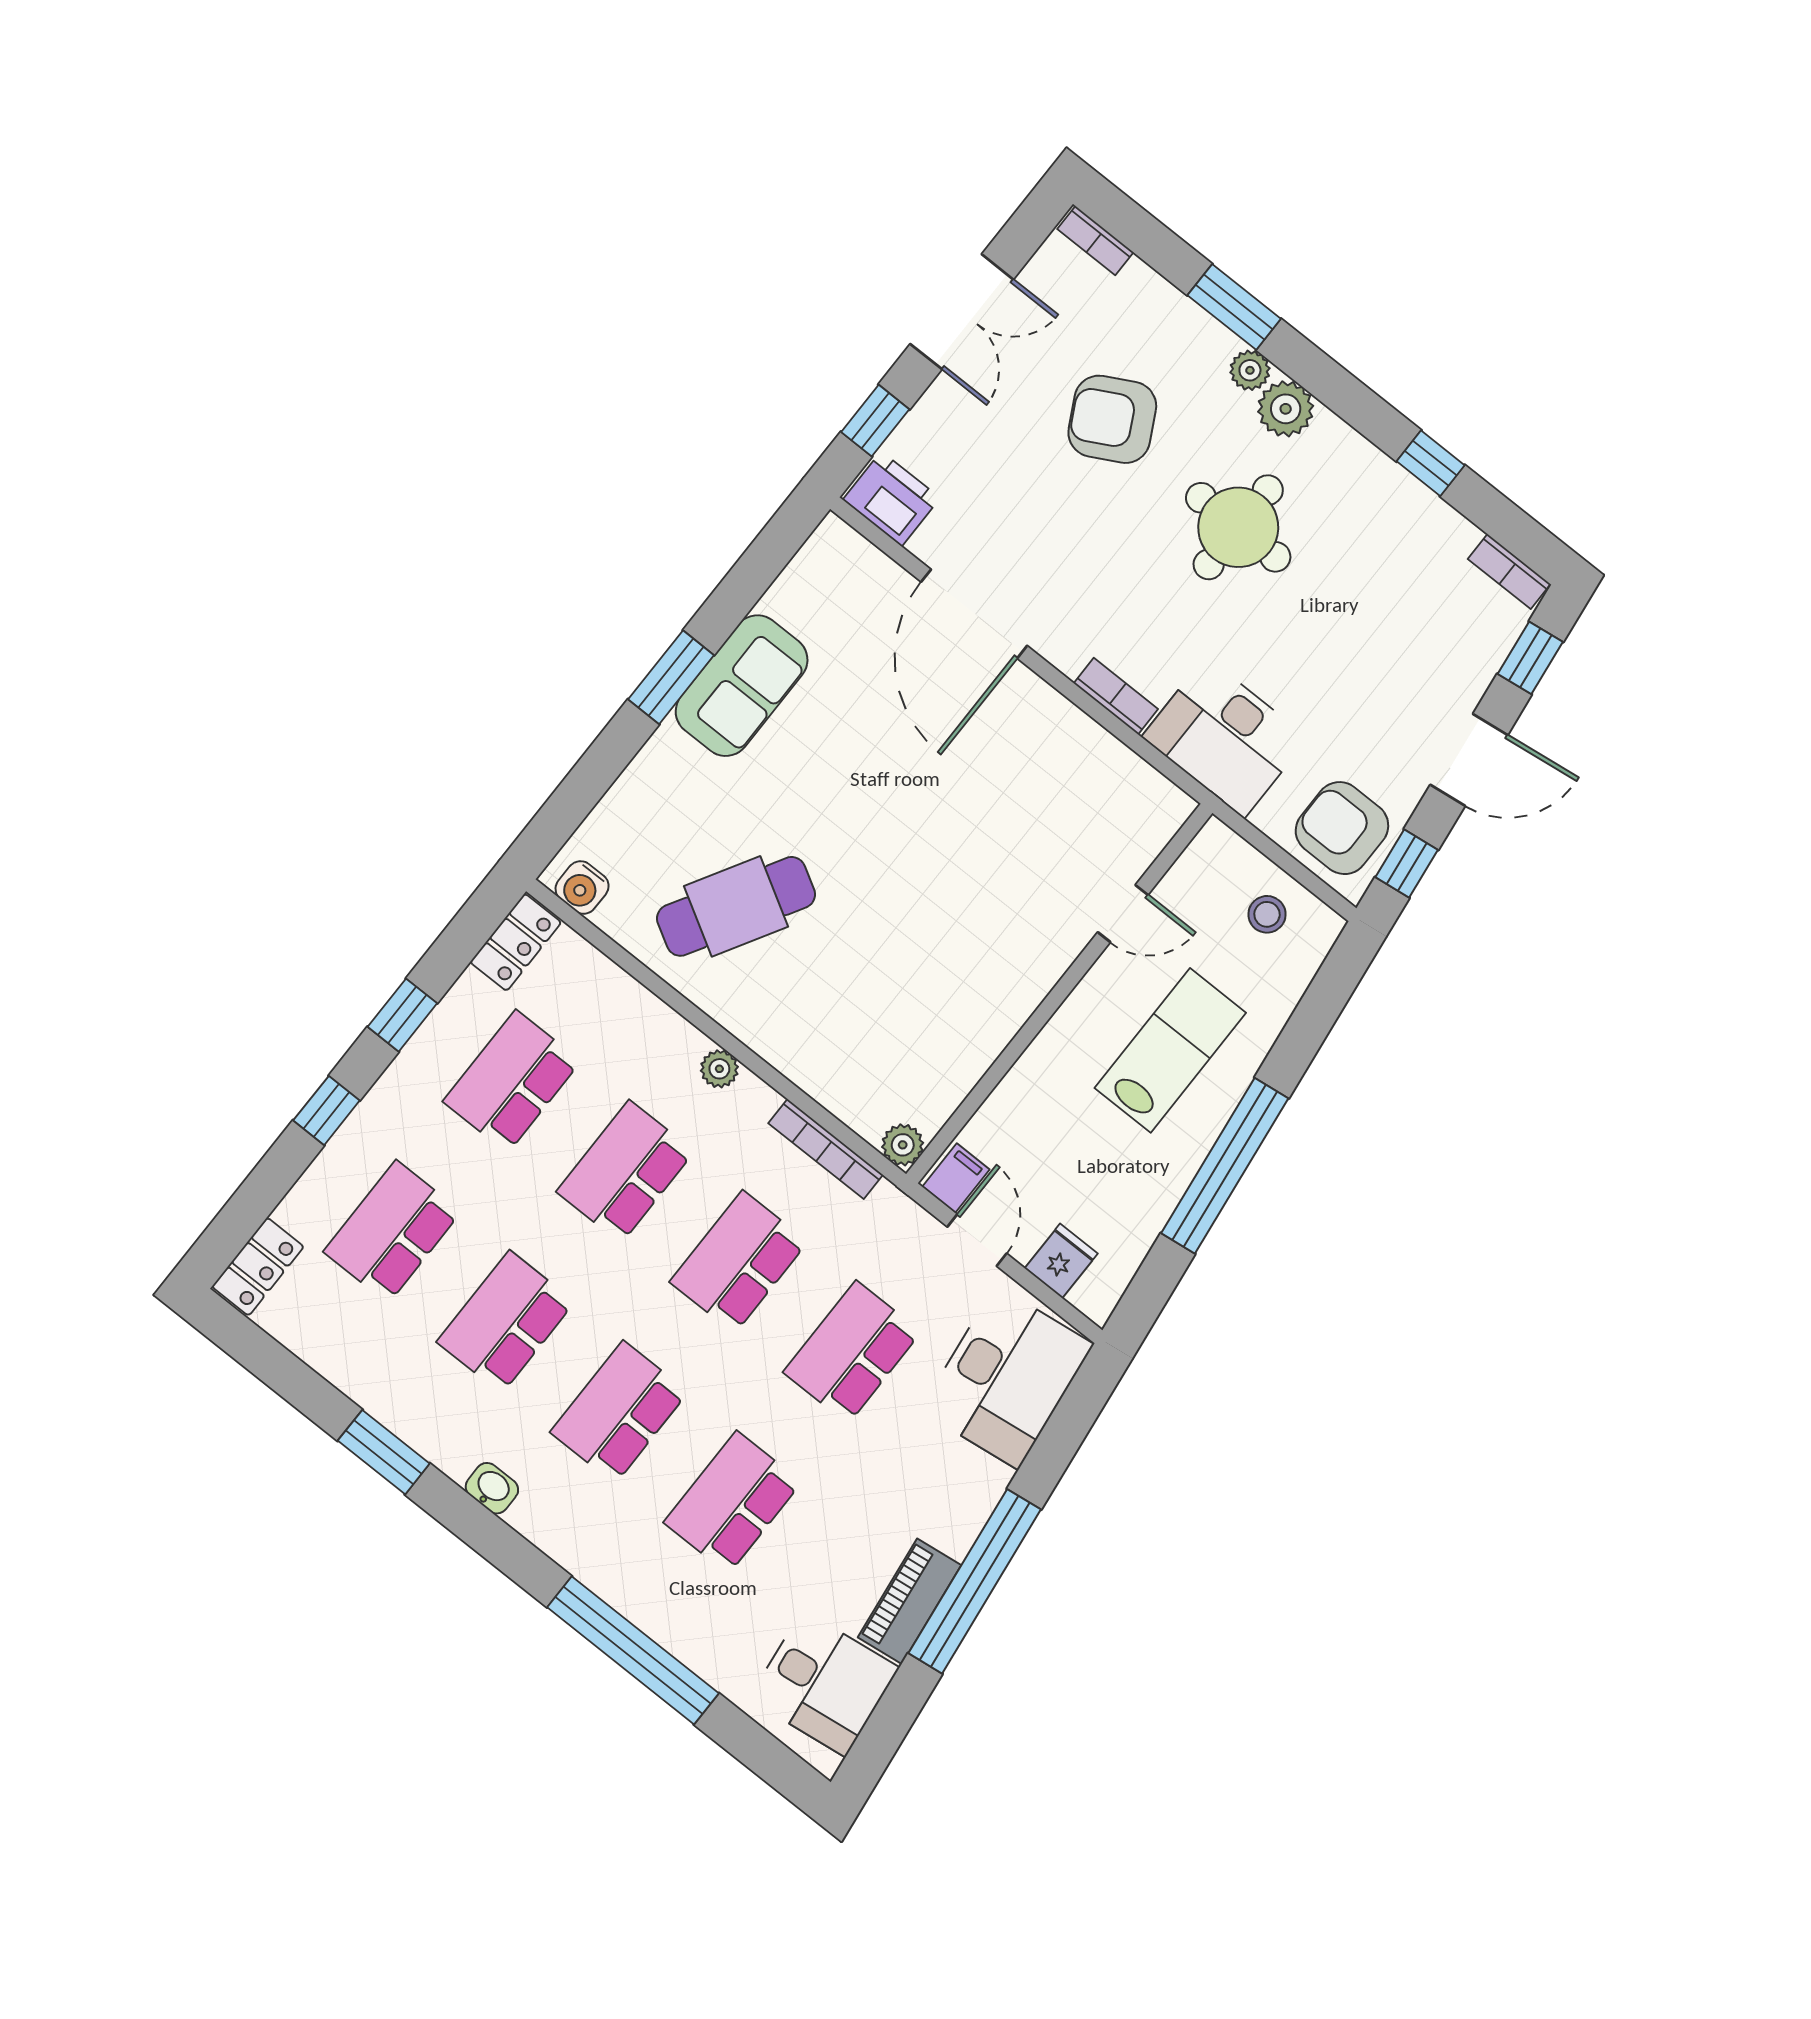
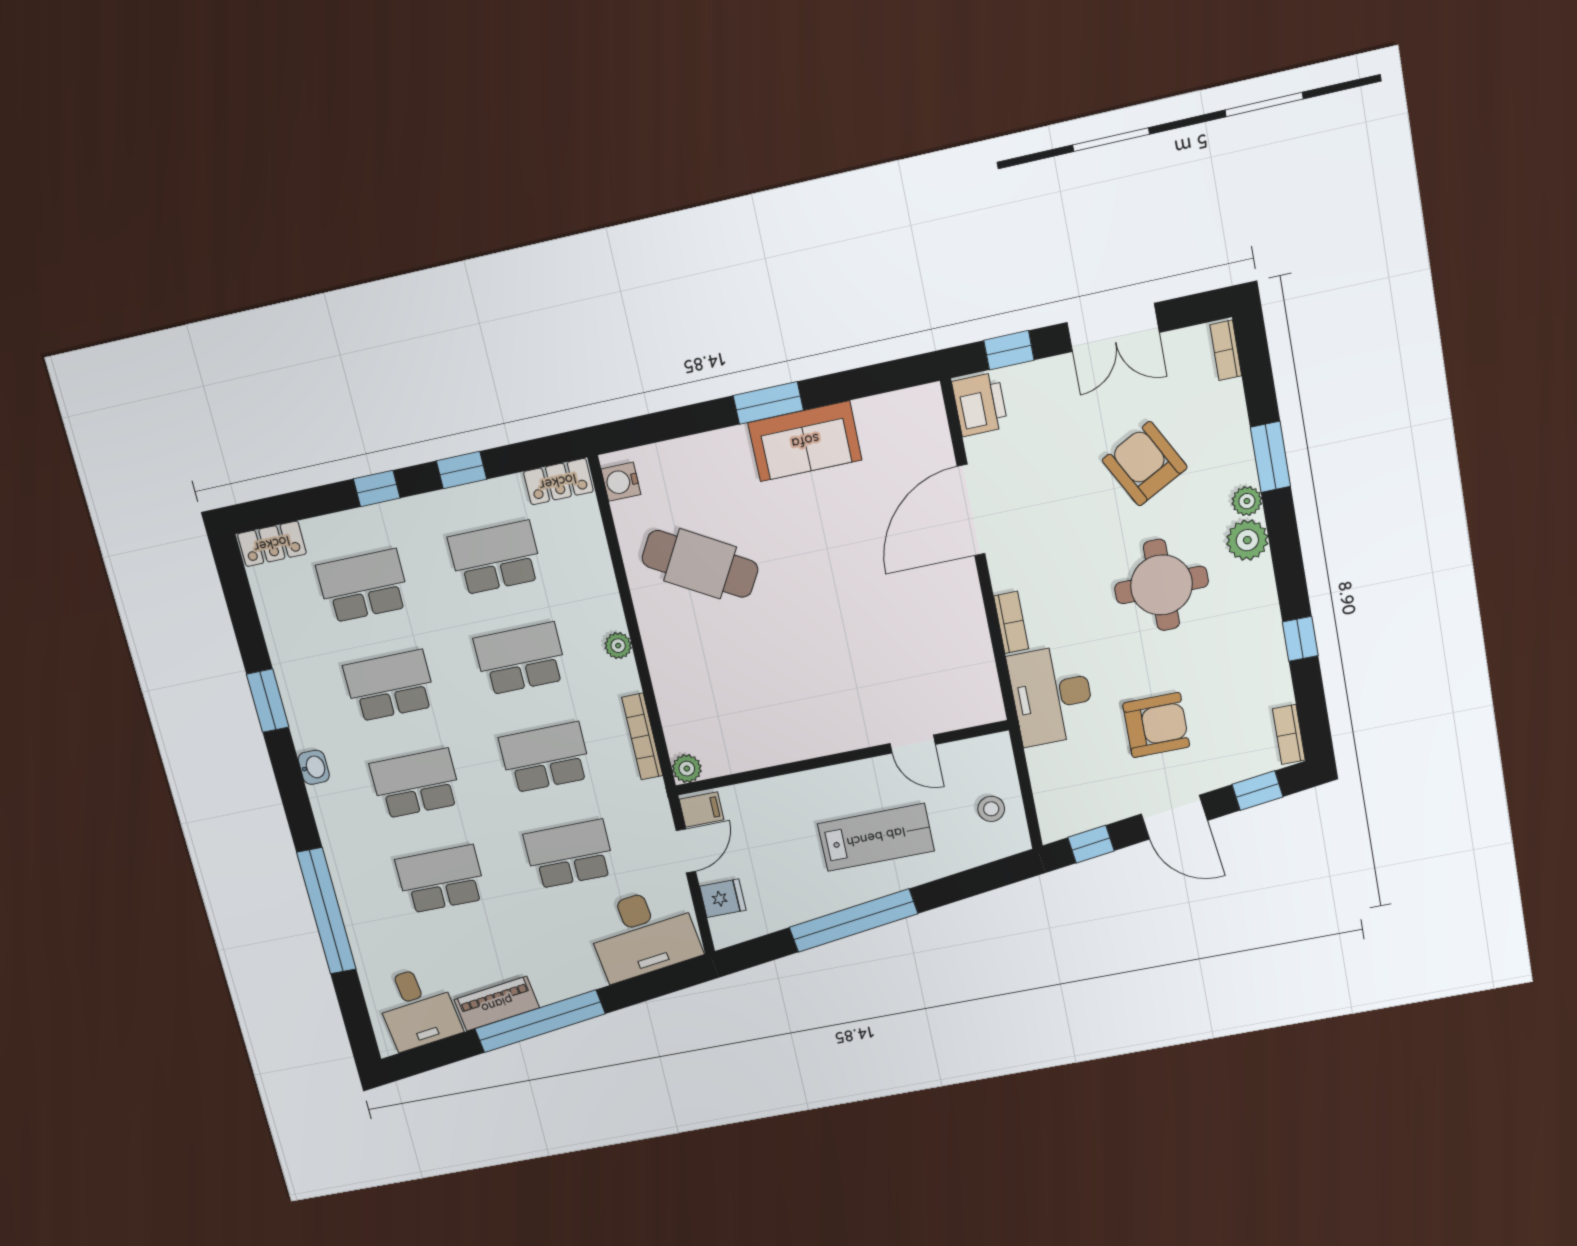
armchair: (1342, 828) -> (1156, 725), moved, turned 90

